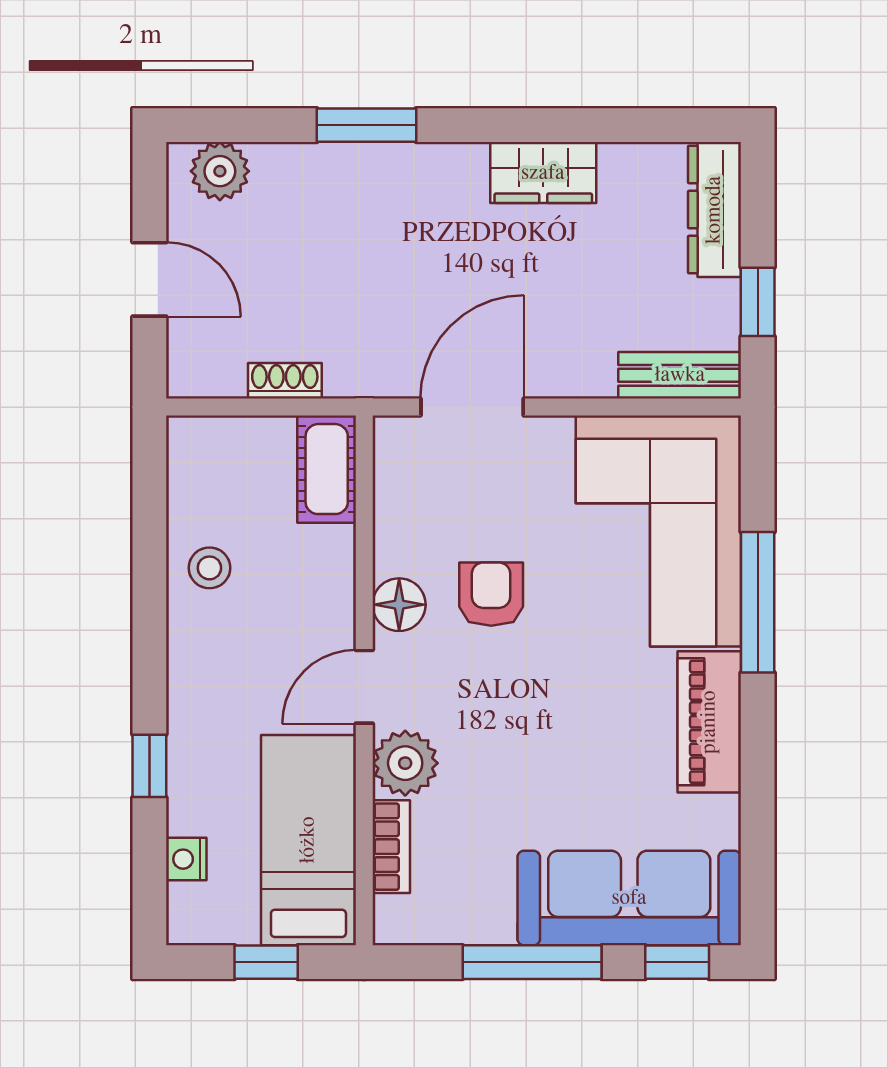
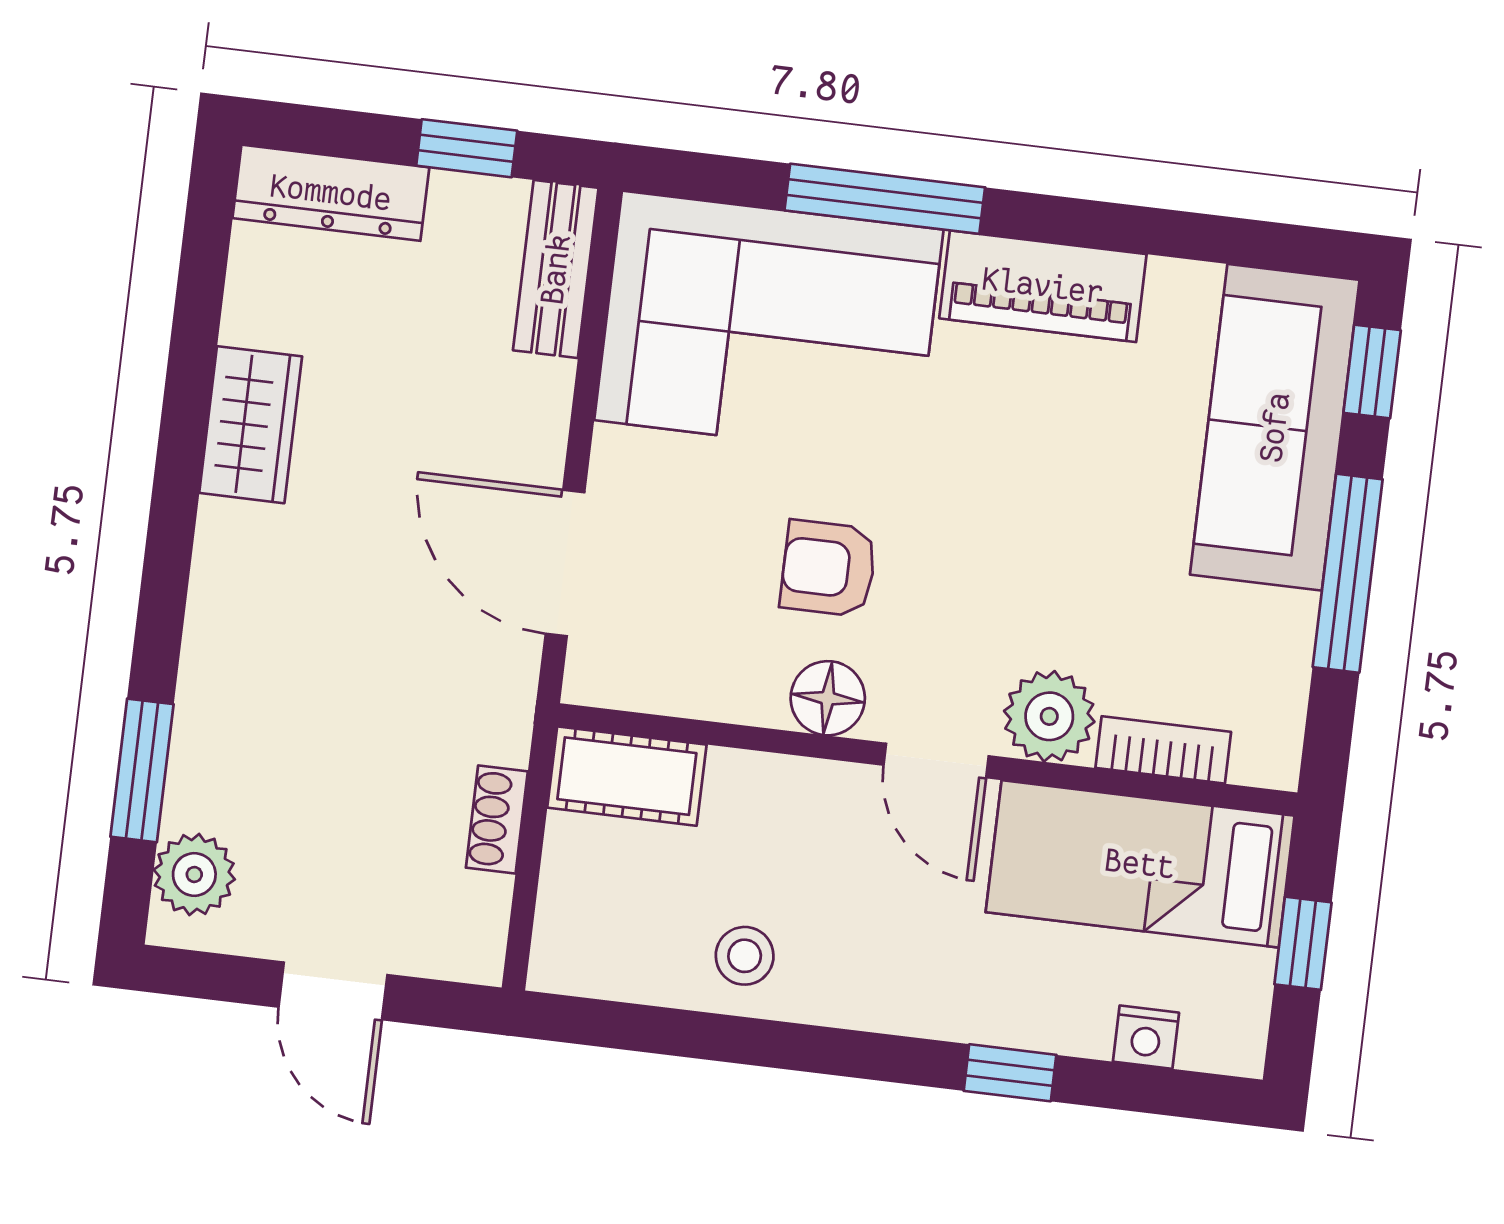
window: (367, 125) -> (142, 770), moved
door: (149, 279) -> (333, 991), swing flipped

